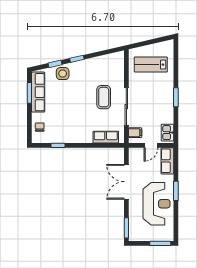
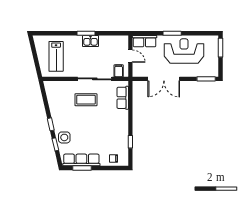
kitchen sink: (167, 133) -> (91, 41), moved

